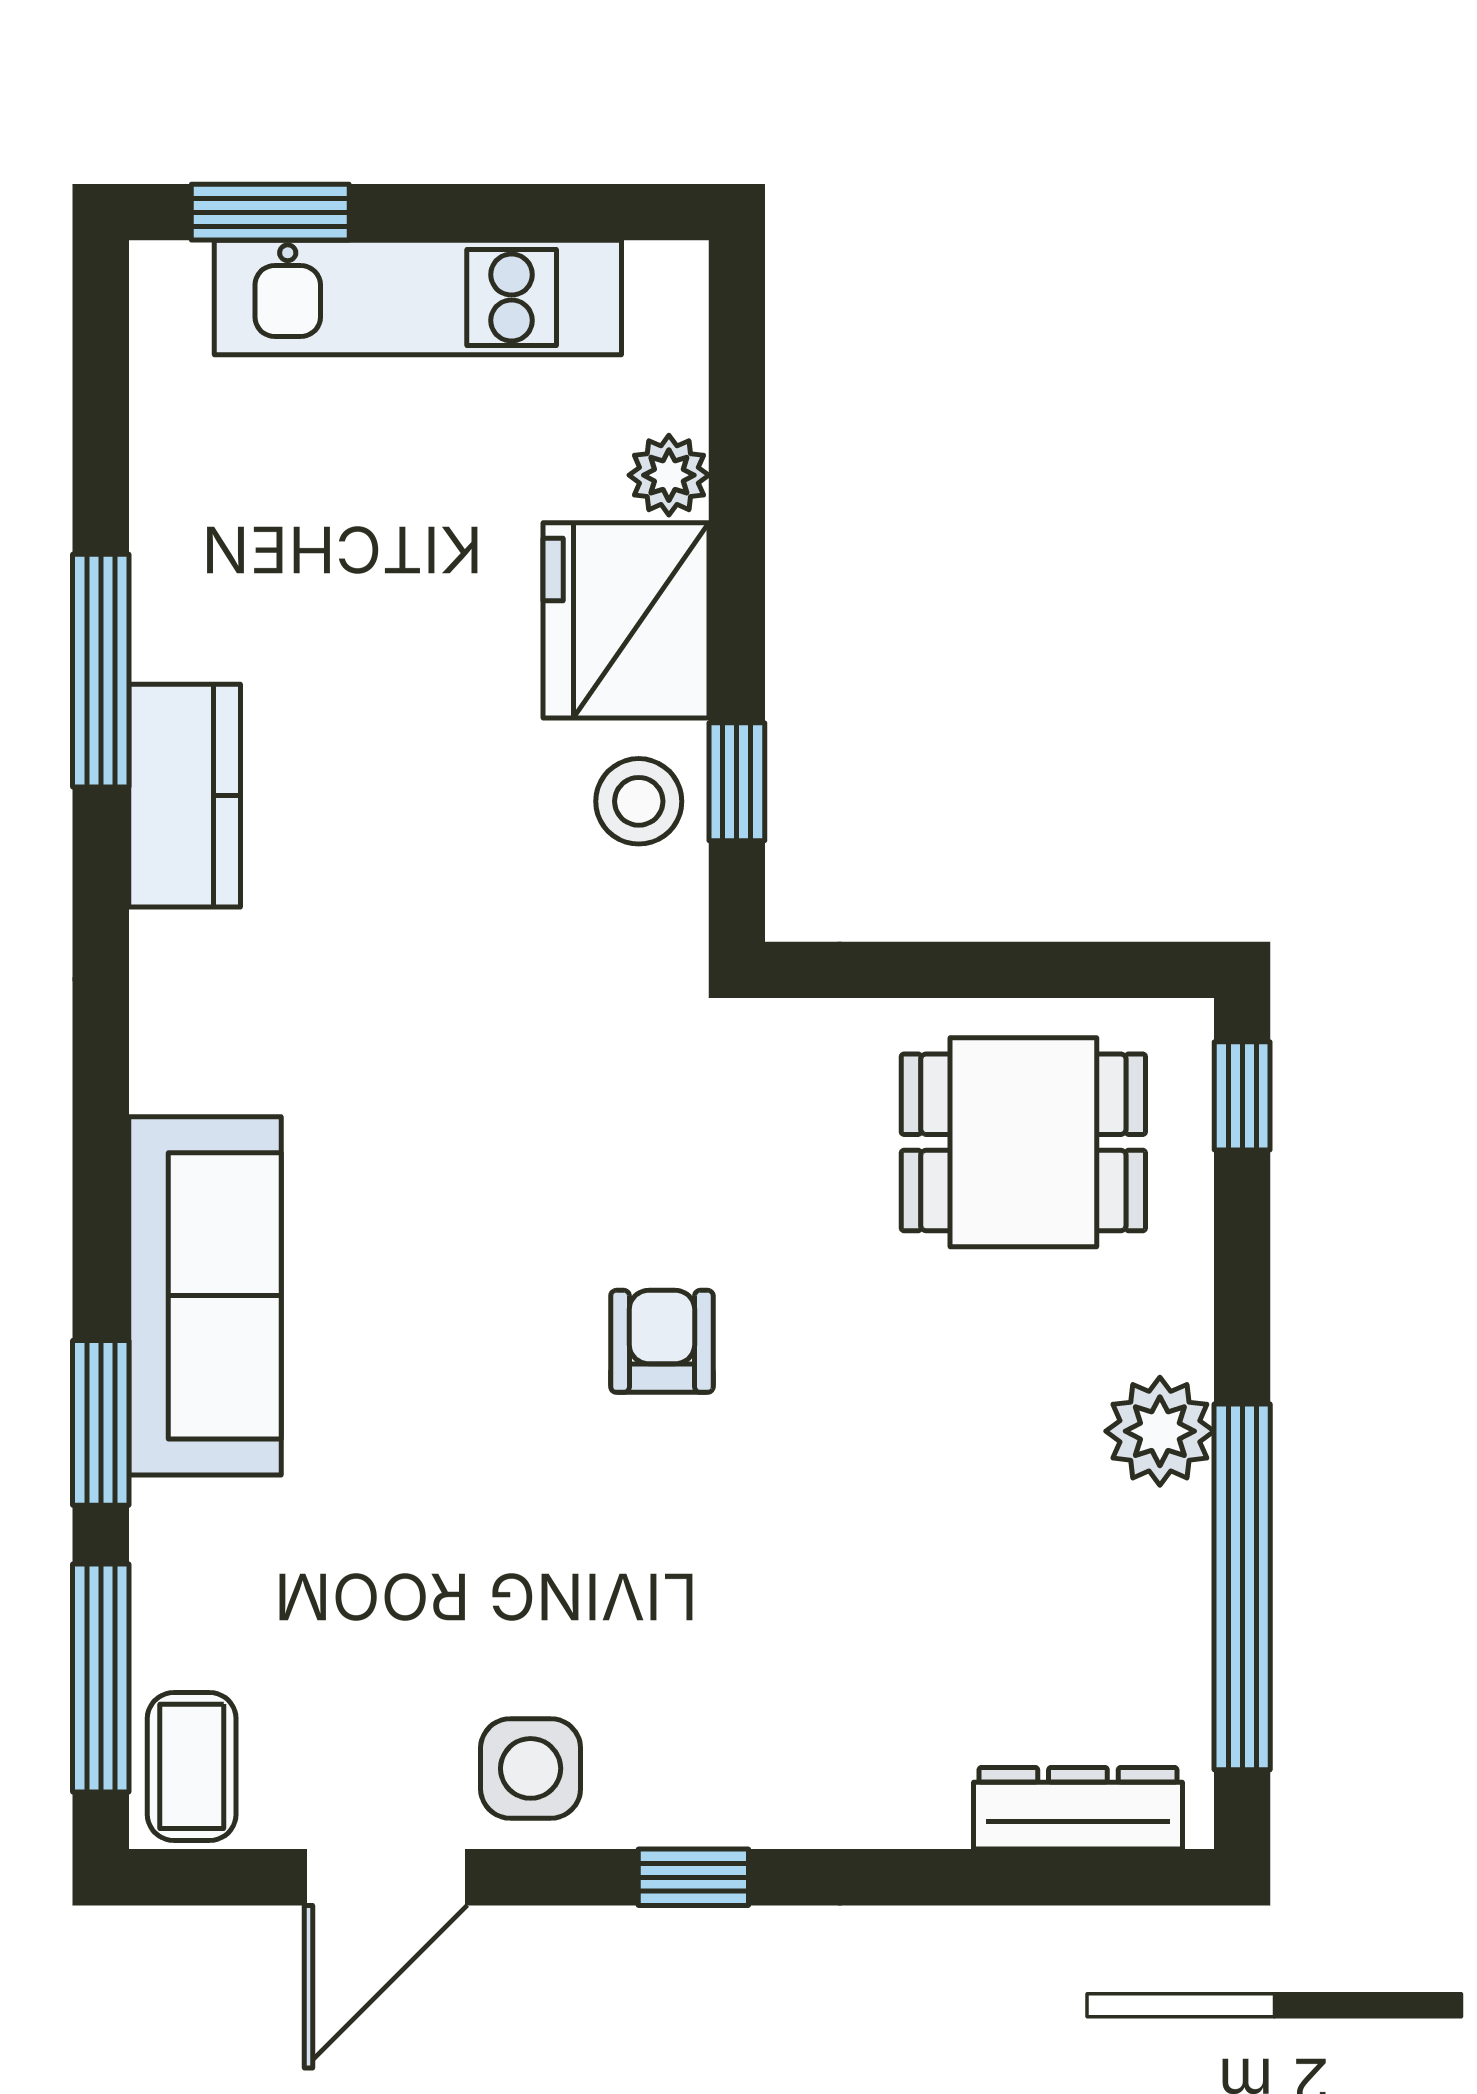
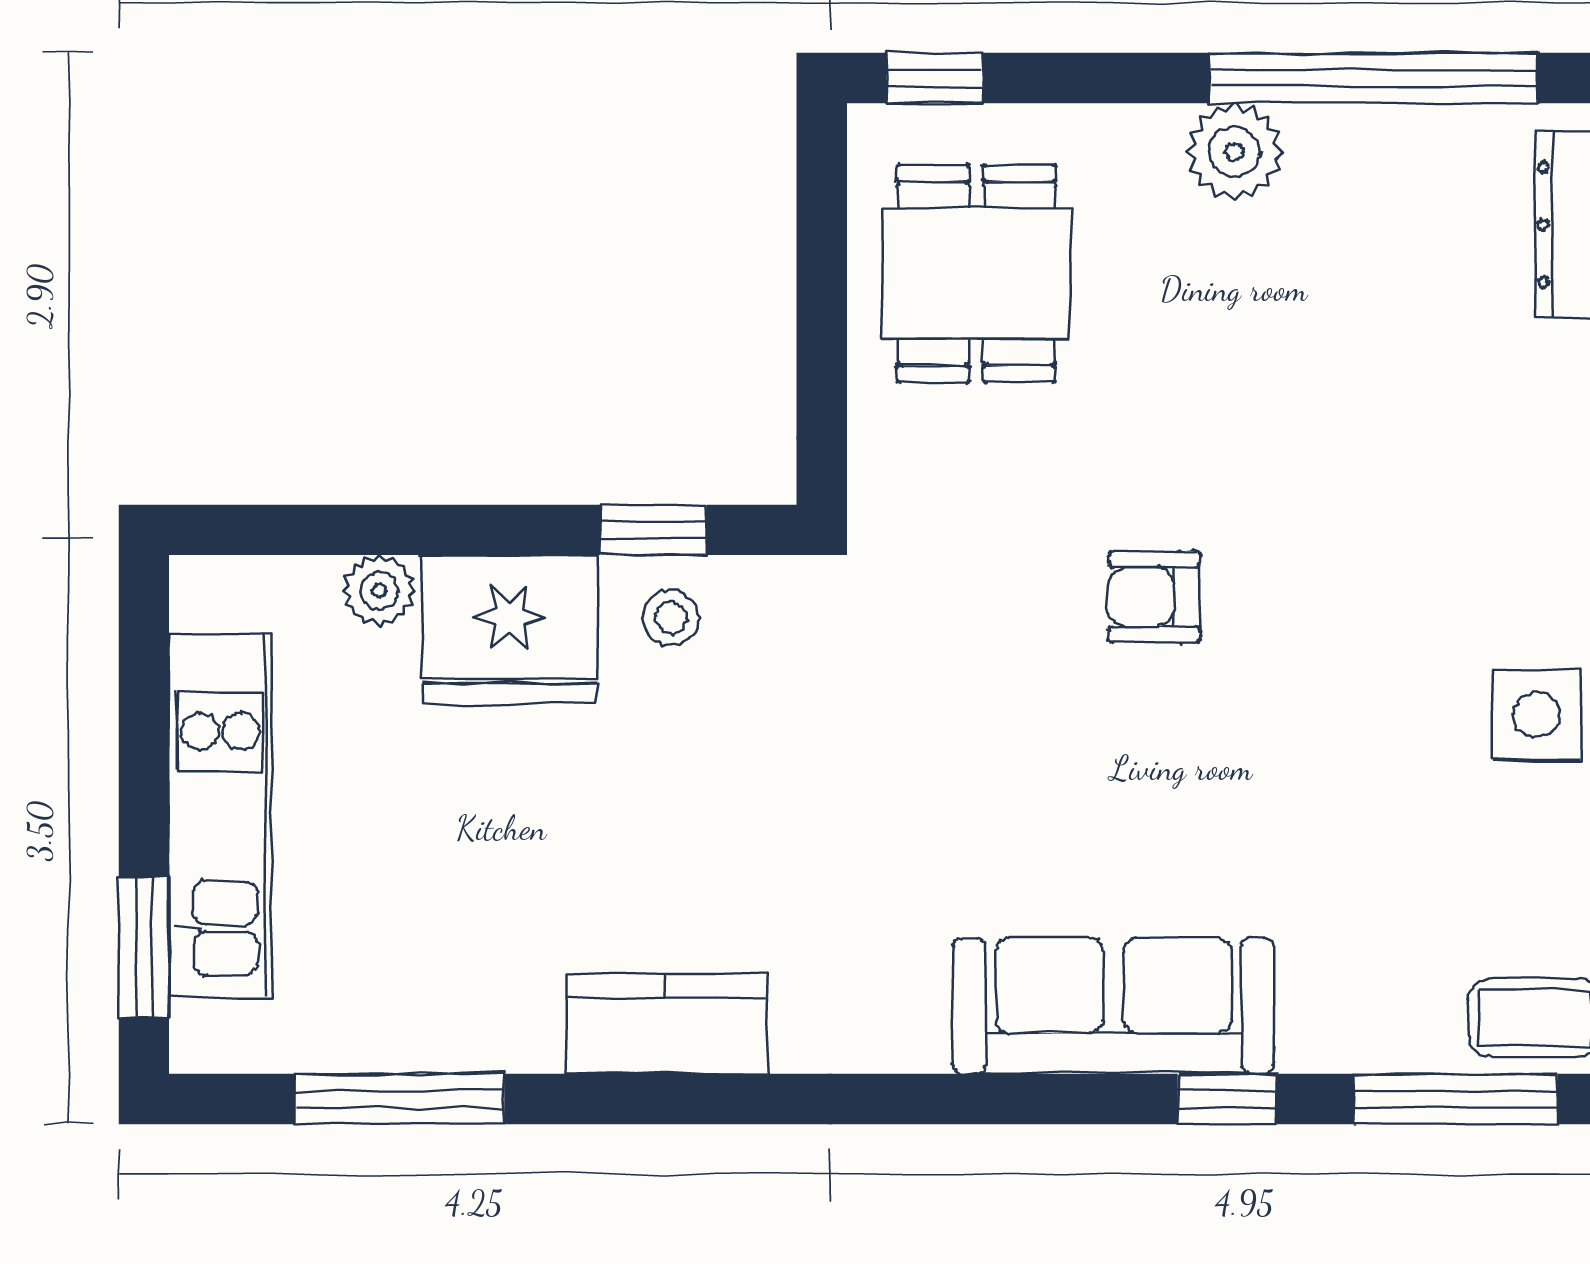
window: (101, 671) -> (400, 1099), moved
stool: (639, 801) -> (671, 618), width x0.73, depth x0.73
window: (101, 1423) -> (1227, 1099), width x0.67

